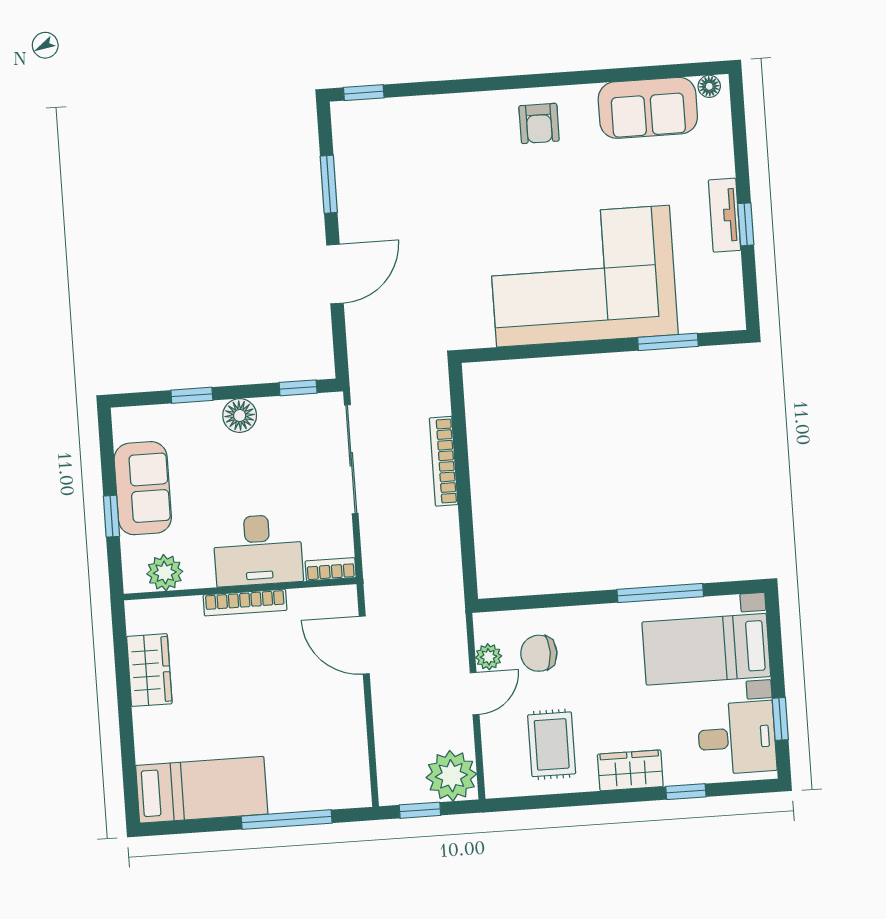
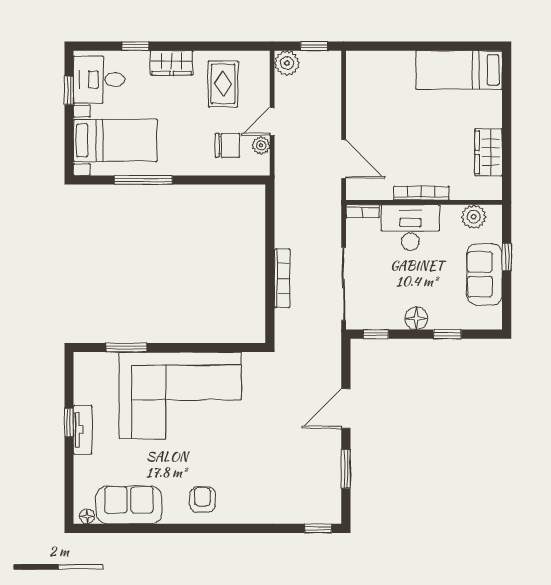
plant: (451, 776) -> (287, 63), width x0.73, depth x0.73
window: (287, 820) -> (404, 46), removed

